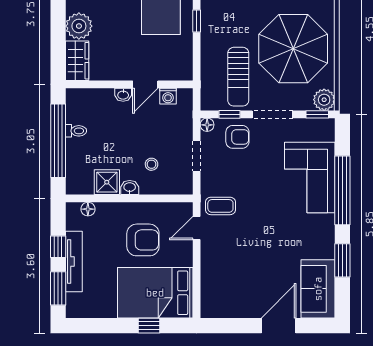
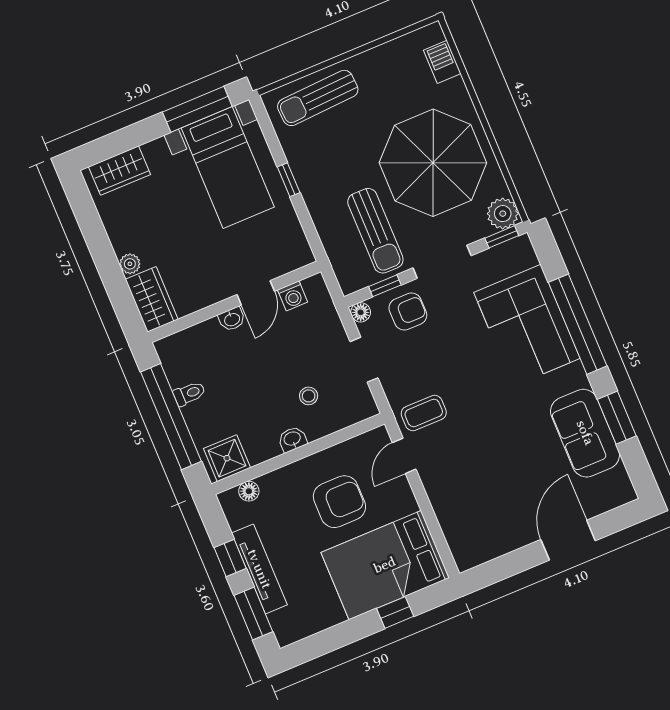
plant: (79, 26) -> (130, 264), width x0.53, depth x0.53
shower: (107, 182) -> (227, 458), moved
sofa: (318, 289) -> (585, 433), moved

